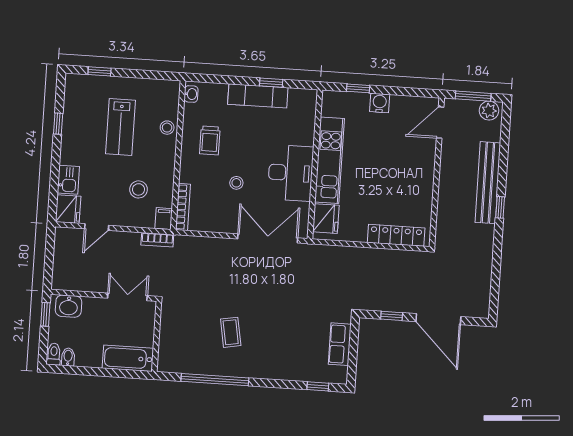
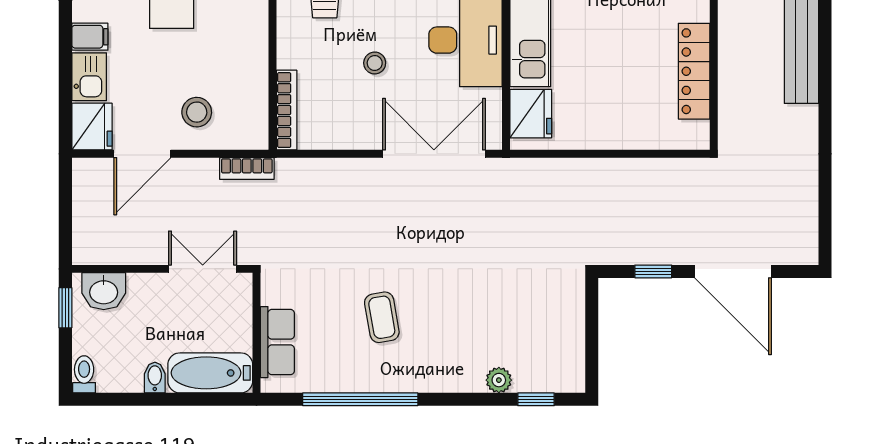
stool: (139, 189) -> (197, 112), moved
window: (500, 207) -> (825, 75), removed
filing cabinet: (164, 219) -> (90, 37), moved, turned 90
door: (97, 227) -> (142, 154), width x1.38
locker: (396, 235) -> (694, 71), moved, turned -90
row of seats: (340, 344) -> (277, 342), moved, turned 180
bidet: (68, 357) -> (155, 378), moved
plant: (297, 374) -> (499, 380), added

